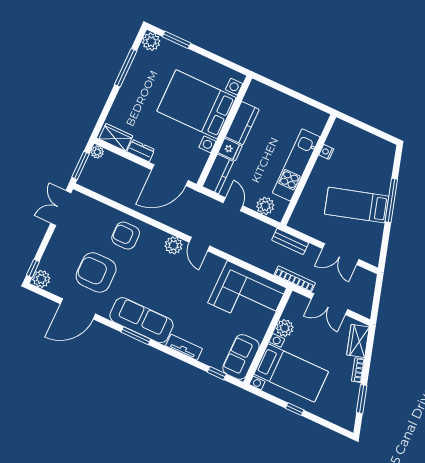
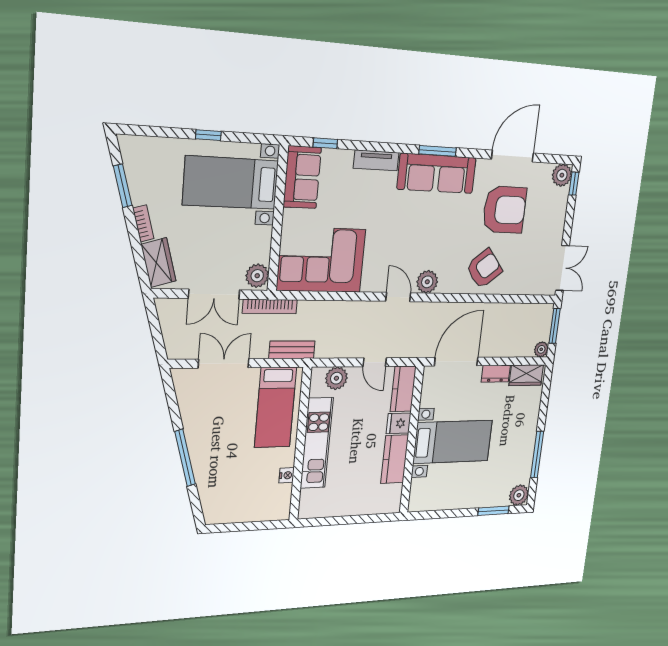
bed with nightstands: (197, 104) -> (453, 442), width x0.73
bed: (357, 205) -> (276, 407), moved, turned 106
armchair: (126, 236) -> (484, 269), turned -39
double door: (330, 304) -> (214, 294), swing flipped
plant: (285, 328) -> (257, 276), moved

